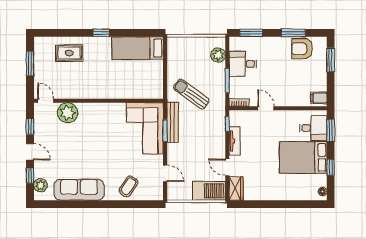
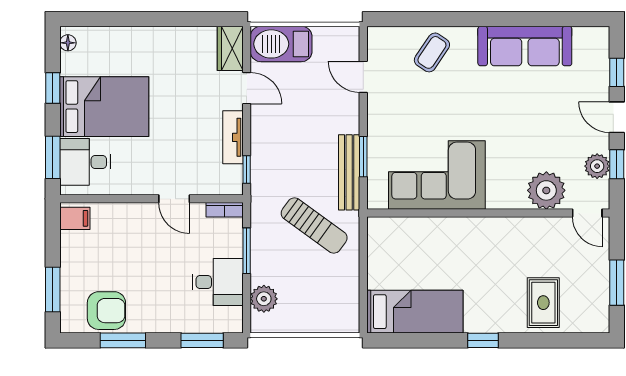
rug: (69, 53) -> (543, 303), turned 90
corner sofa: (145, 128) -> (437, 175), moved, turned -90
plant: (40, 185) -> (597, 166), moved

